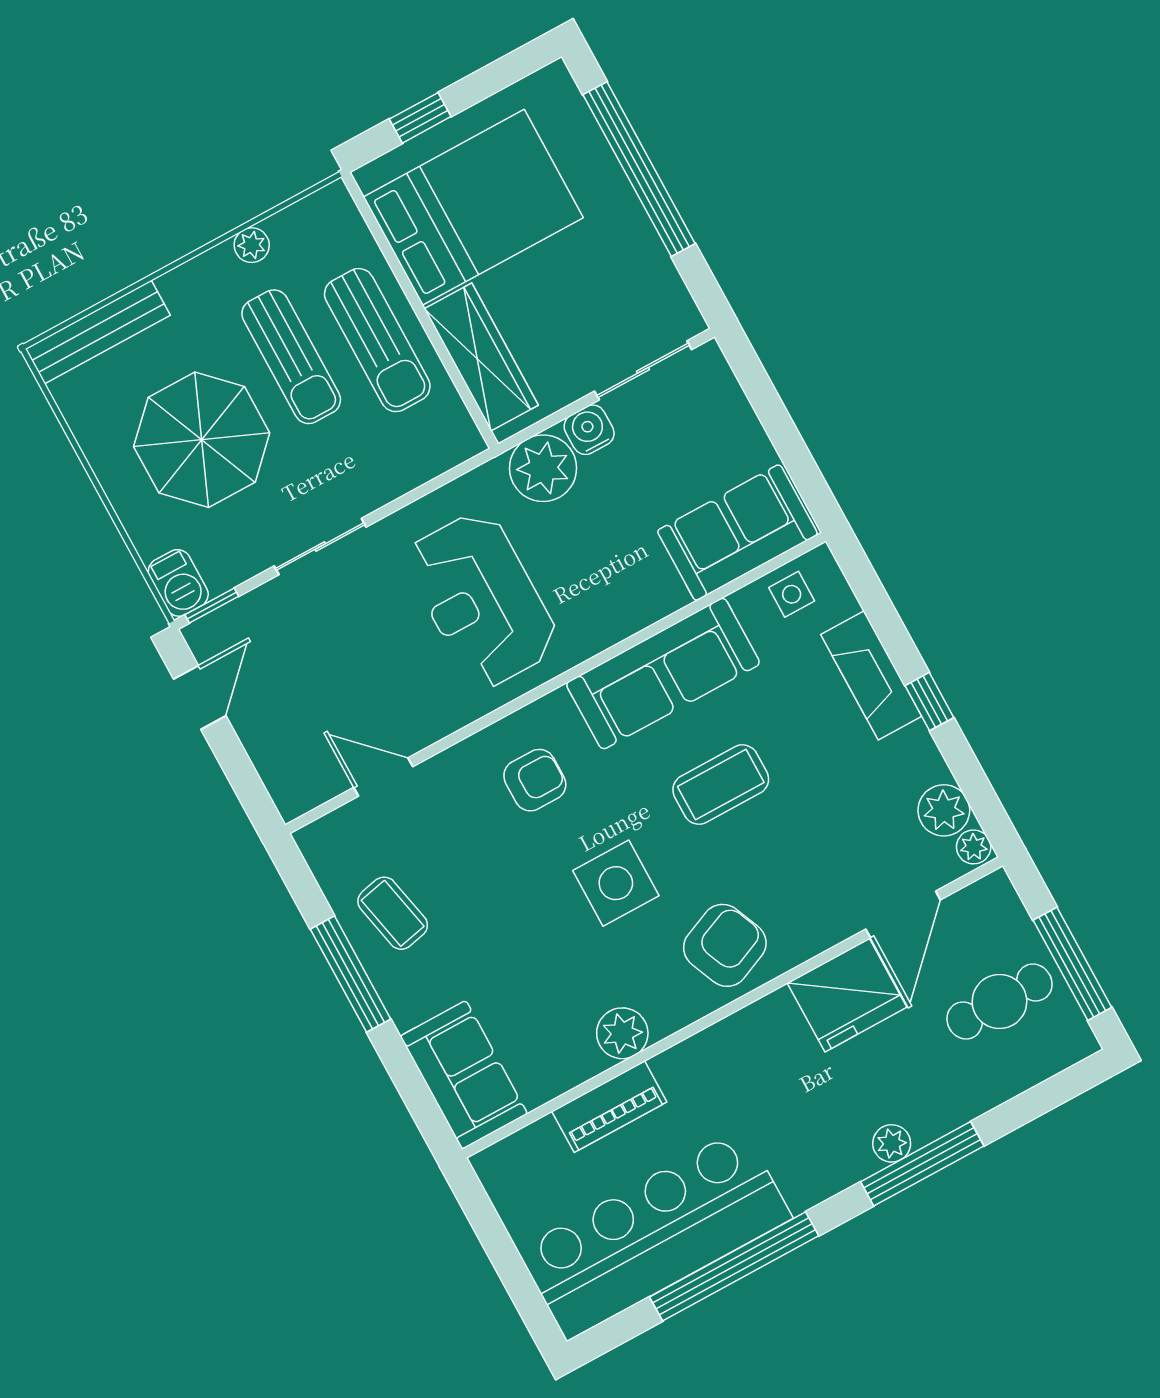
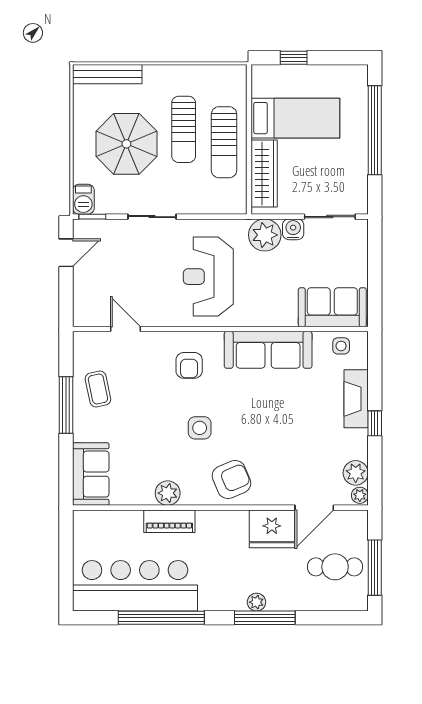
bed: (473, 207) -> (295, 118), width x0.67
plant: (252, 245) -> (193, 73), removed
armchair: (535, 780) -> (189, 365), turned 90
coffee table: (721, 785) -> (267, 410), removed
side table: (616, 883) -> (200, 428), width x0.73, depth x0.73
piano: (609, 1107) -> (169, 521), moved

